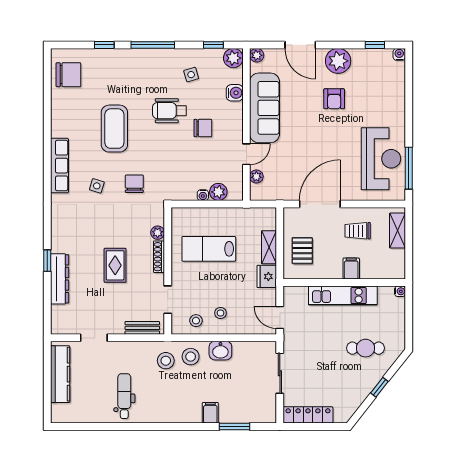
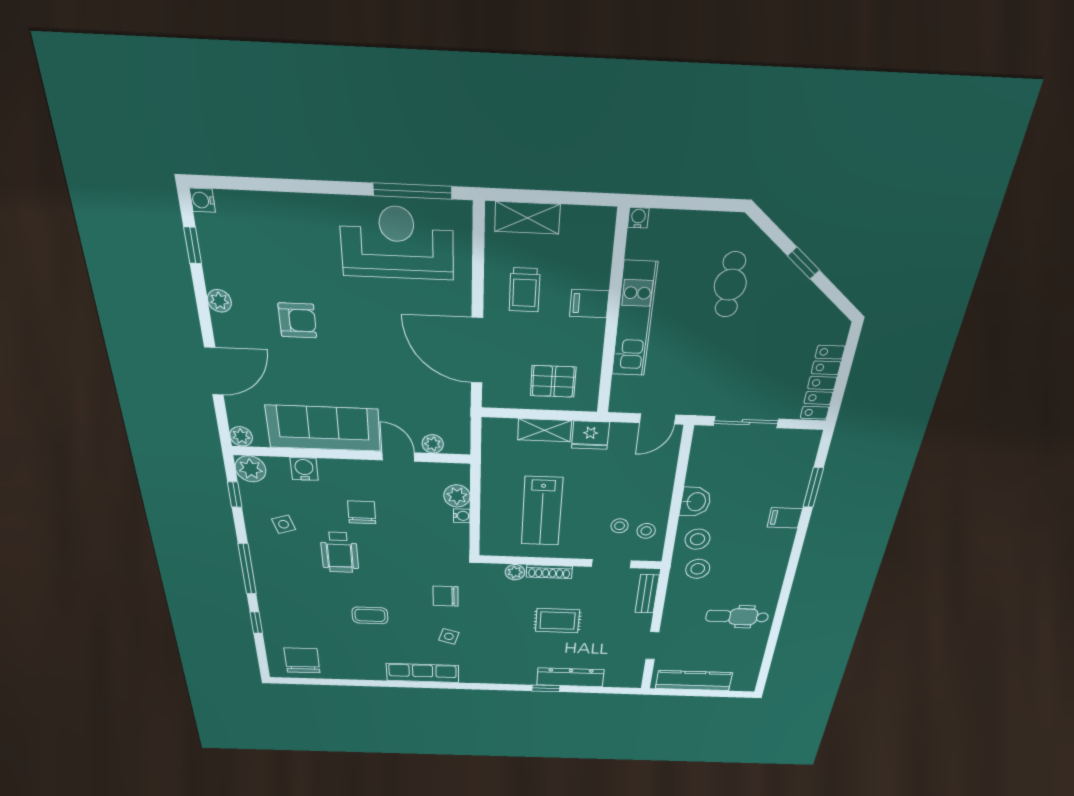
plant: (338, 61) -> (219, 301), width x0.53, depth x0.53
coffee table: (114, 129) -> (370, 615), width x0.54, depth x0.58
stool: (221, 313) -> (620, 526), moved

